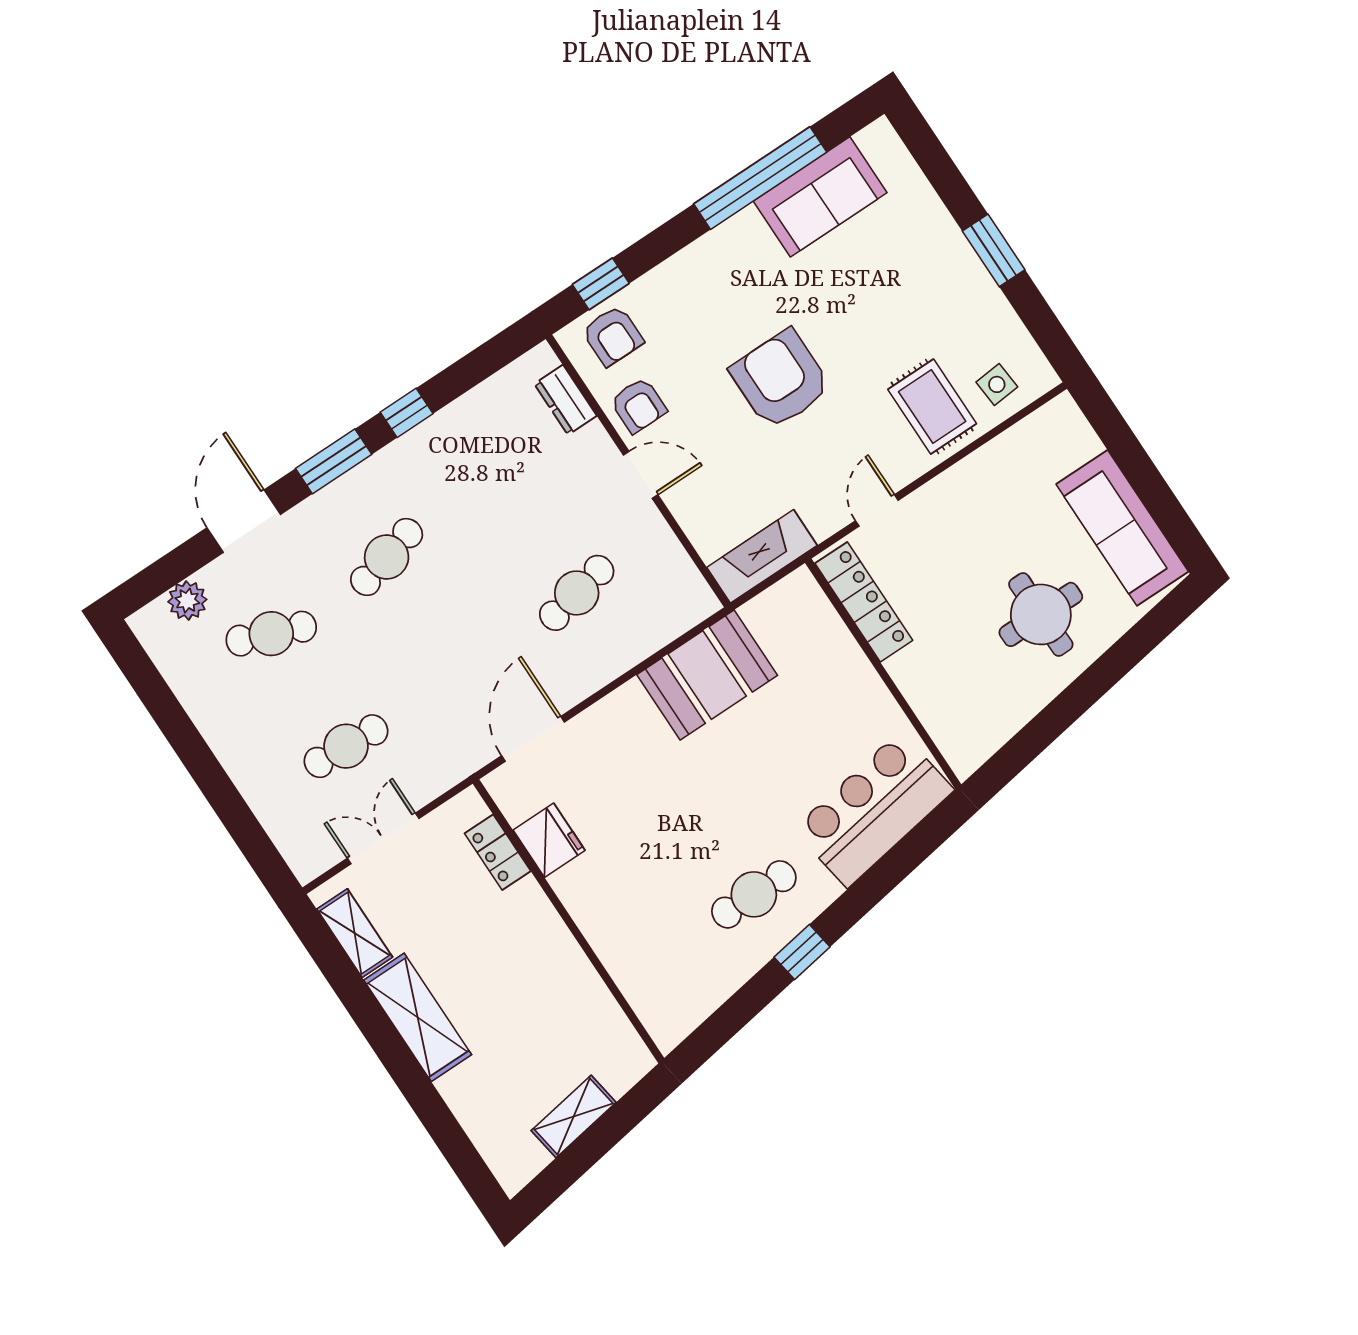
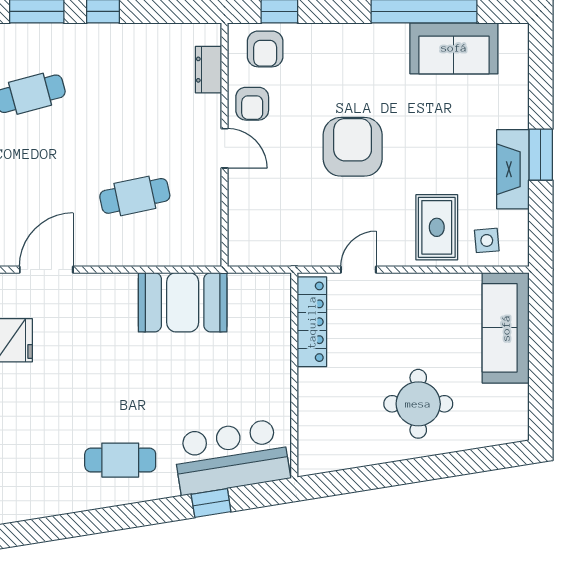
sofa: (1122, 528) -> (506, 328), moved
fireplace: (762, 556) -> (513, 169), moved, turned -90
window: (802, 952) -> (211, 503), moved

